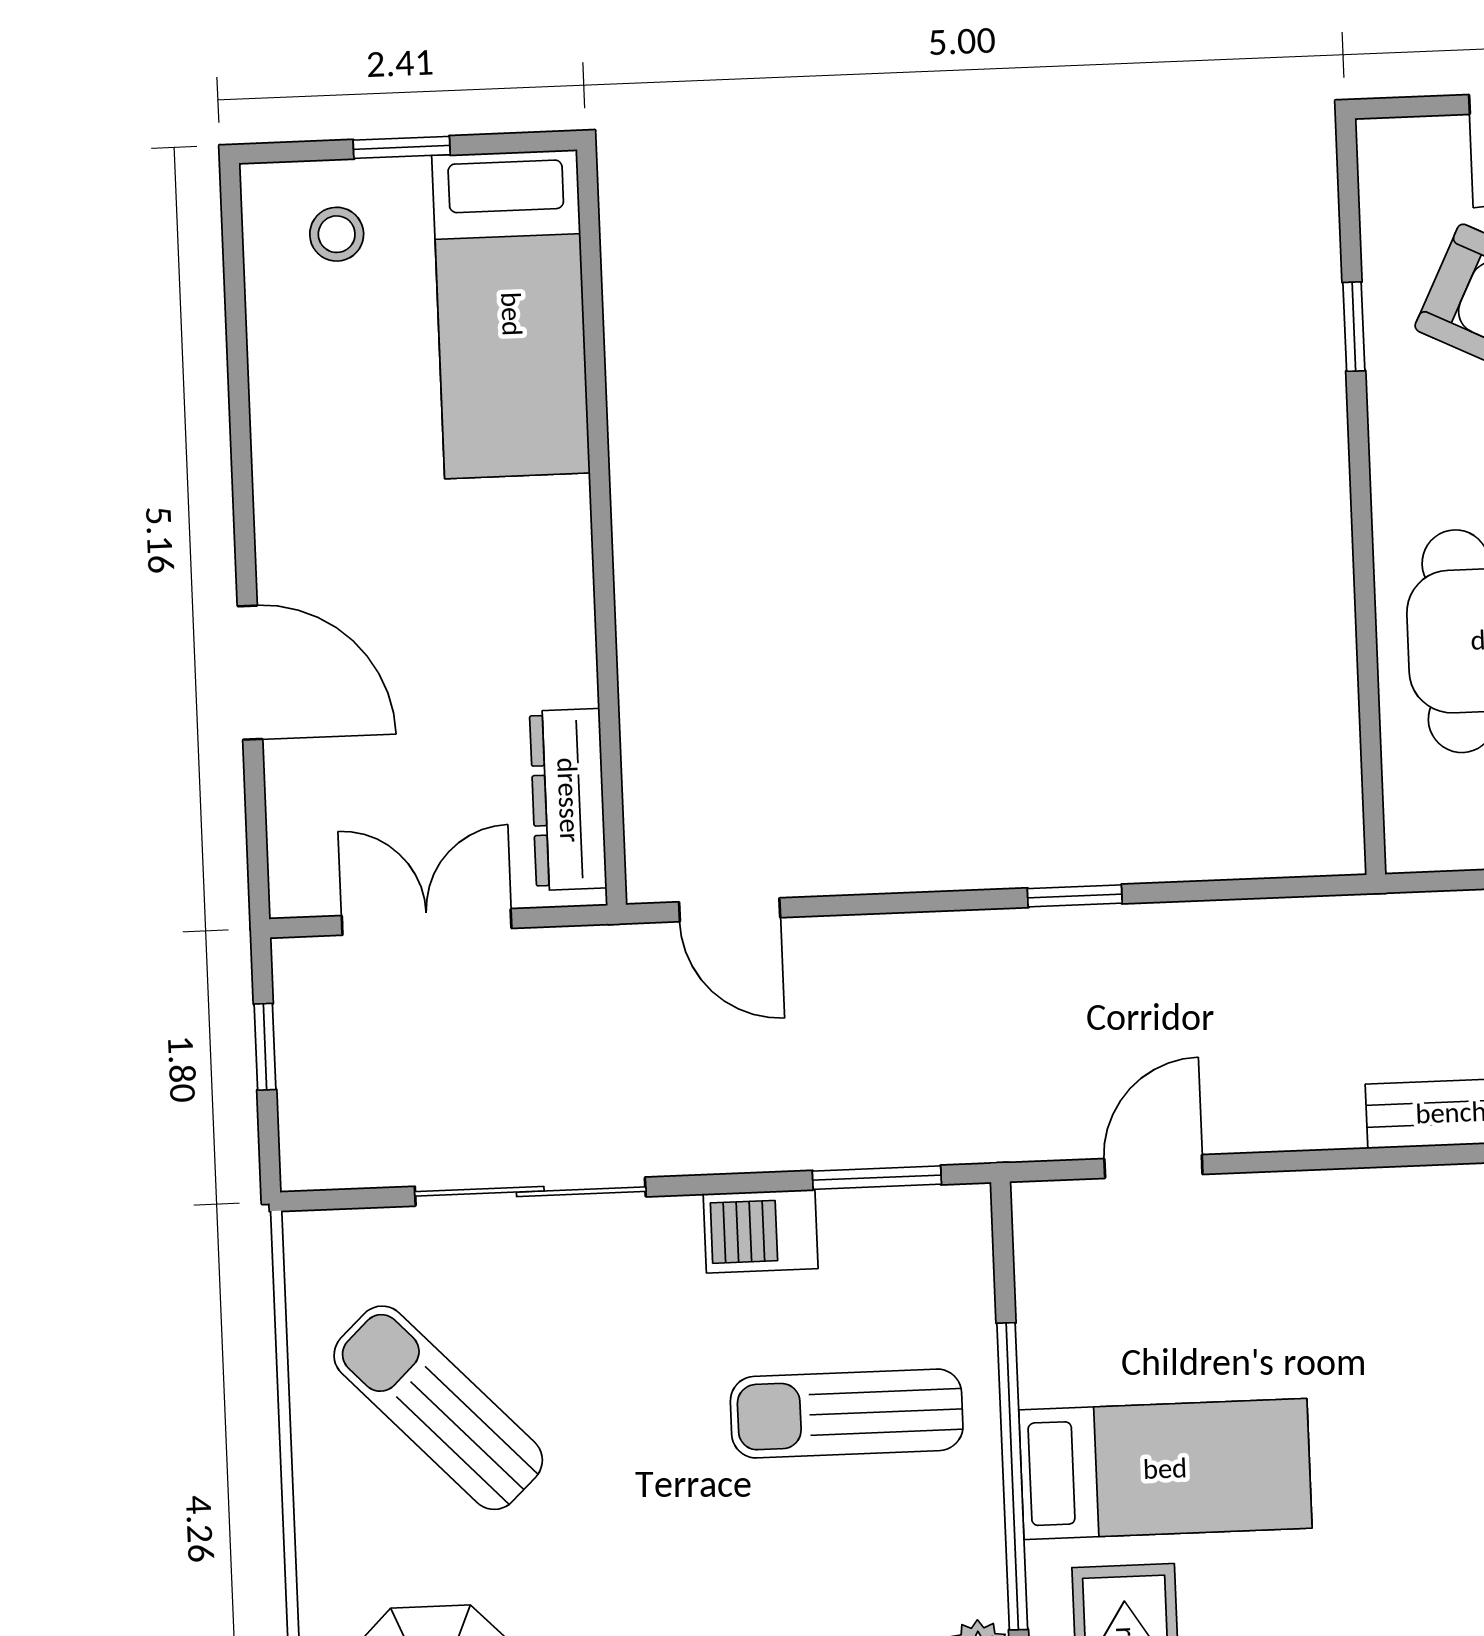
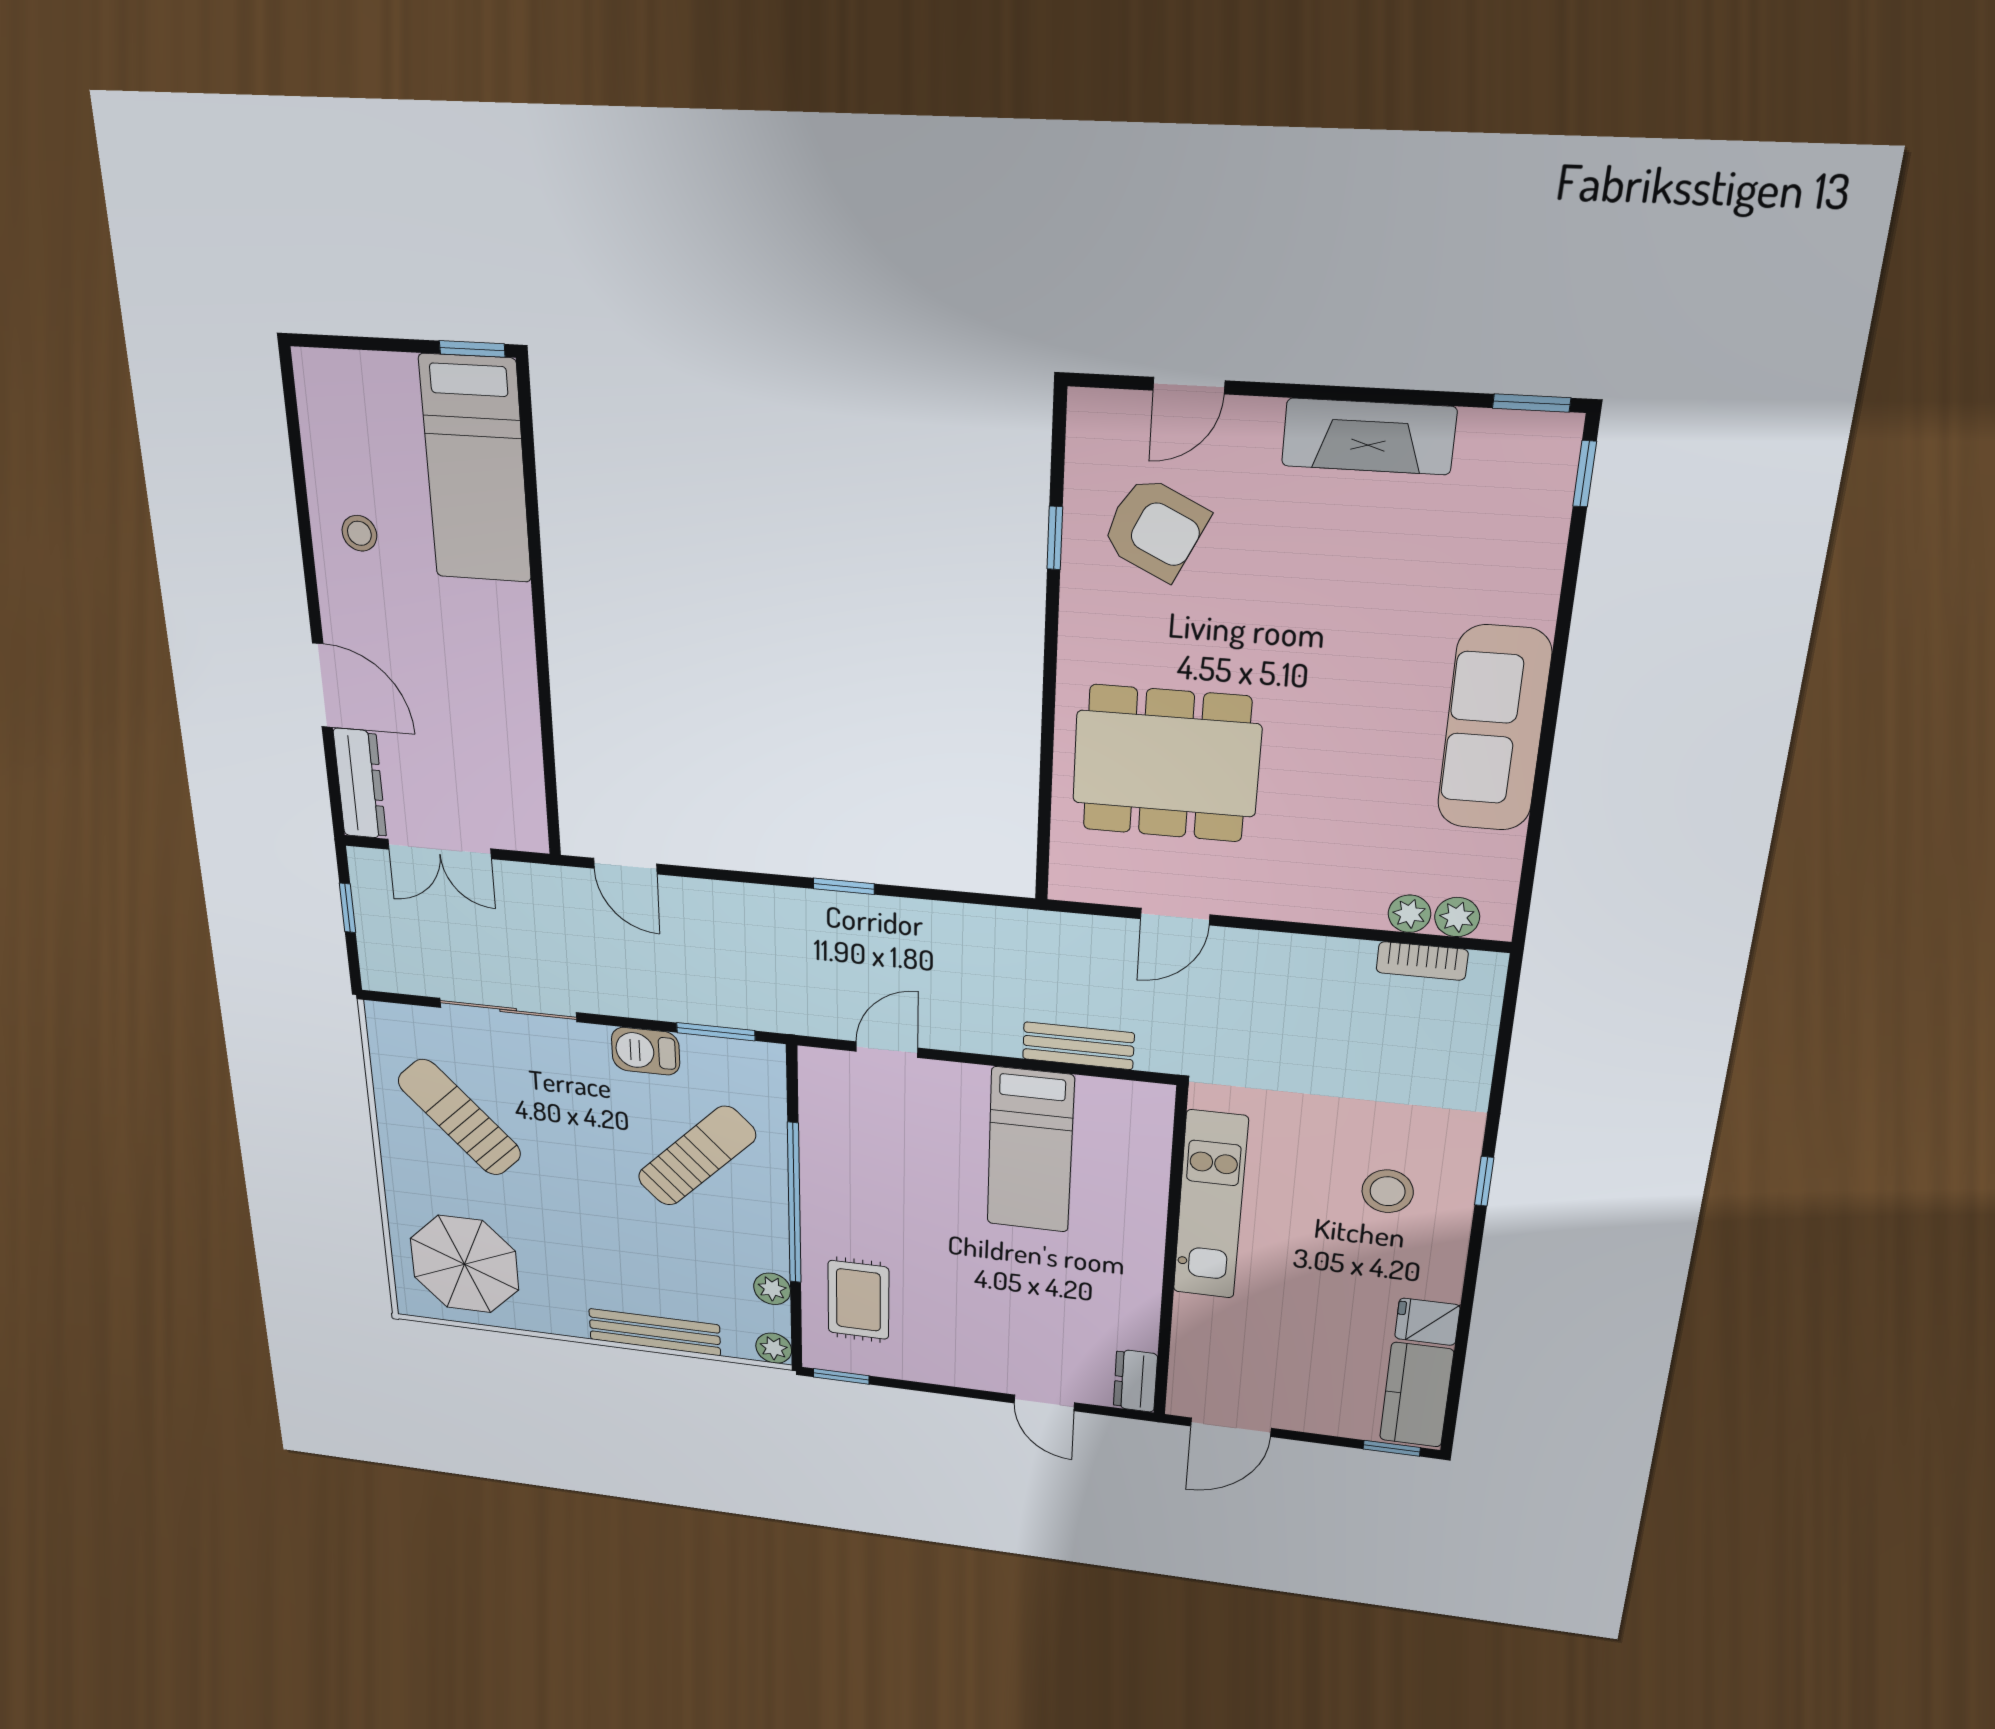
window: (402, 147) -> (472, 349), moved
stool: (337, 234) -> (359, 533), moved
dresser: (568, 800) -> (360, 784), moved, turned 180
double door: (427, 922) -> (439, 849), swing flipped
sun lounger: (847, 1413) -> (697, 1156), turned 135
bed: (1165, 1469) -> (1030, 1150), moved, turned 90

